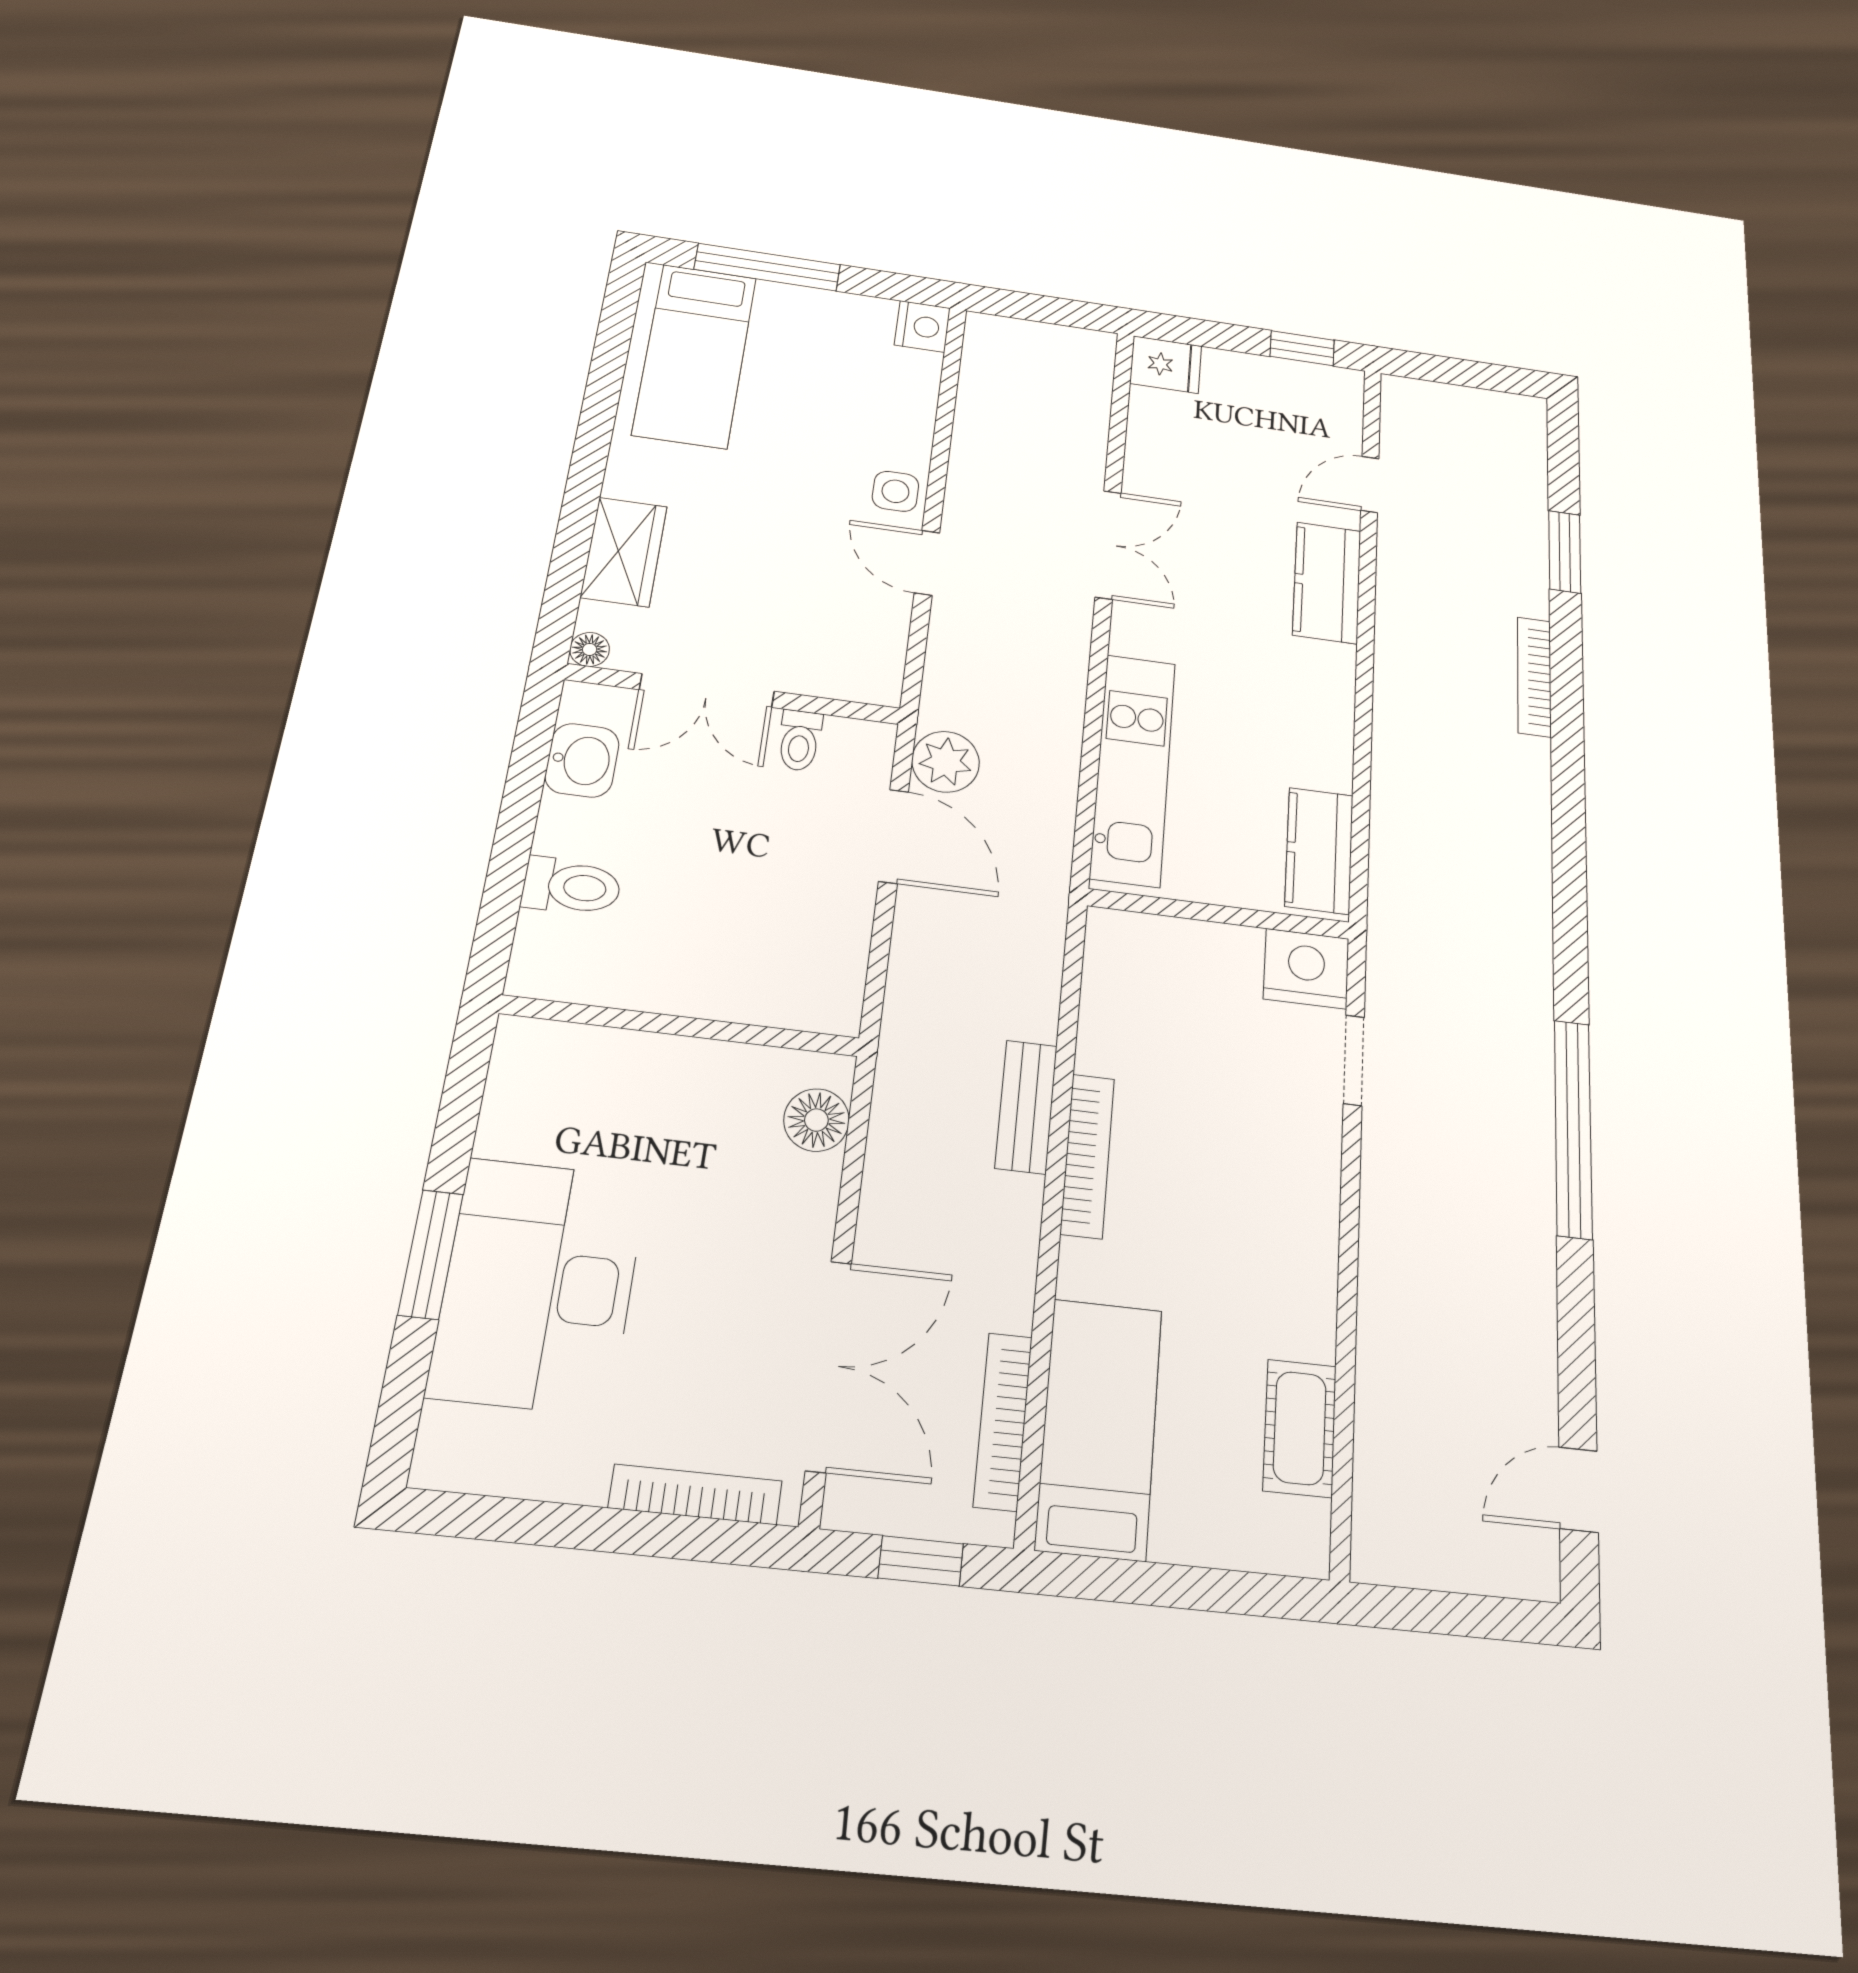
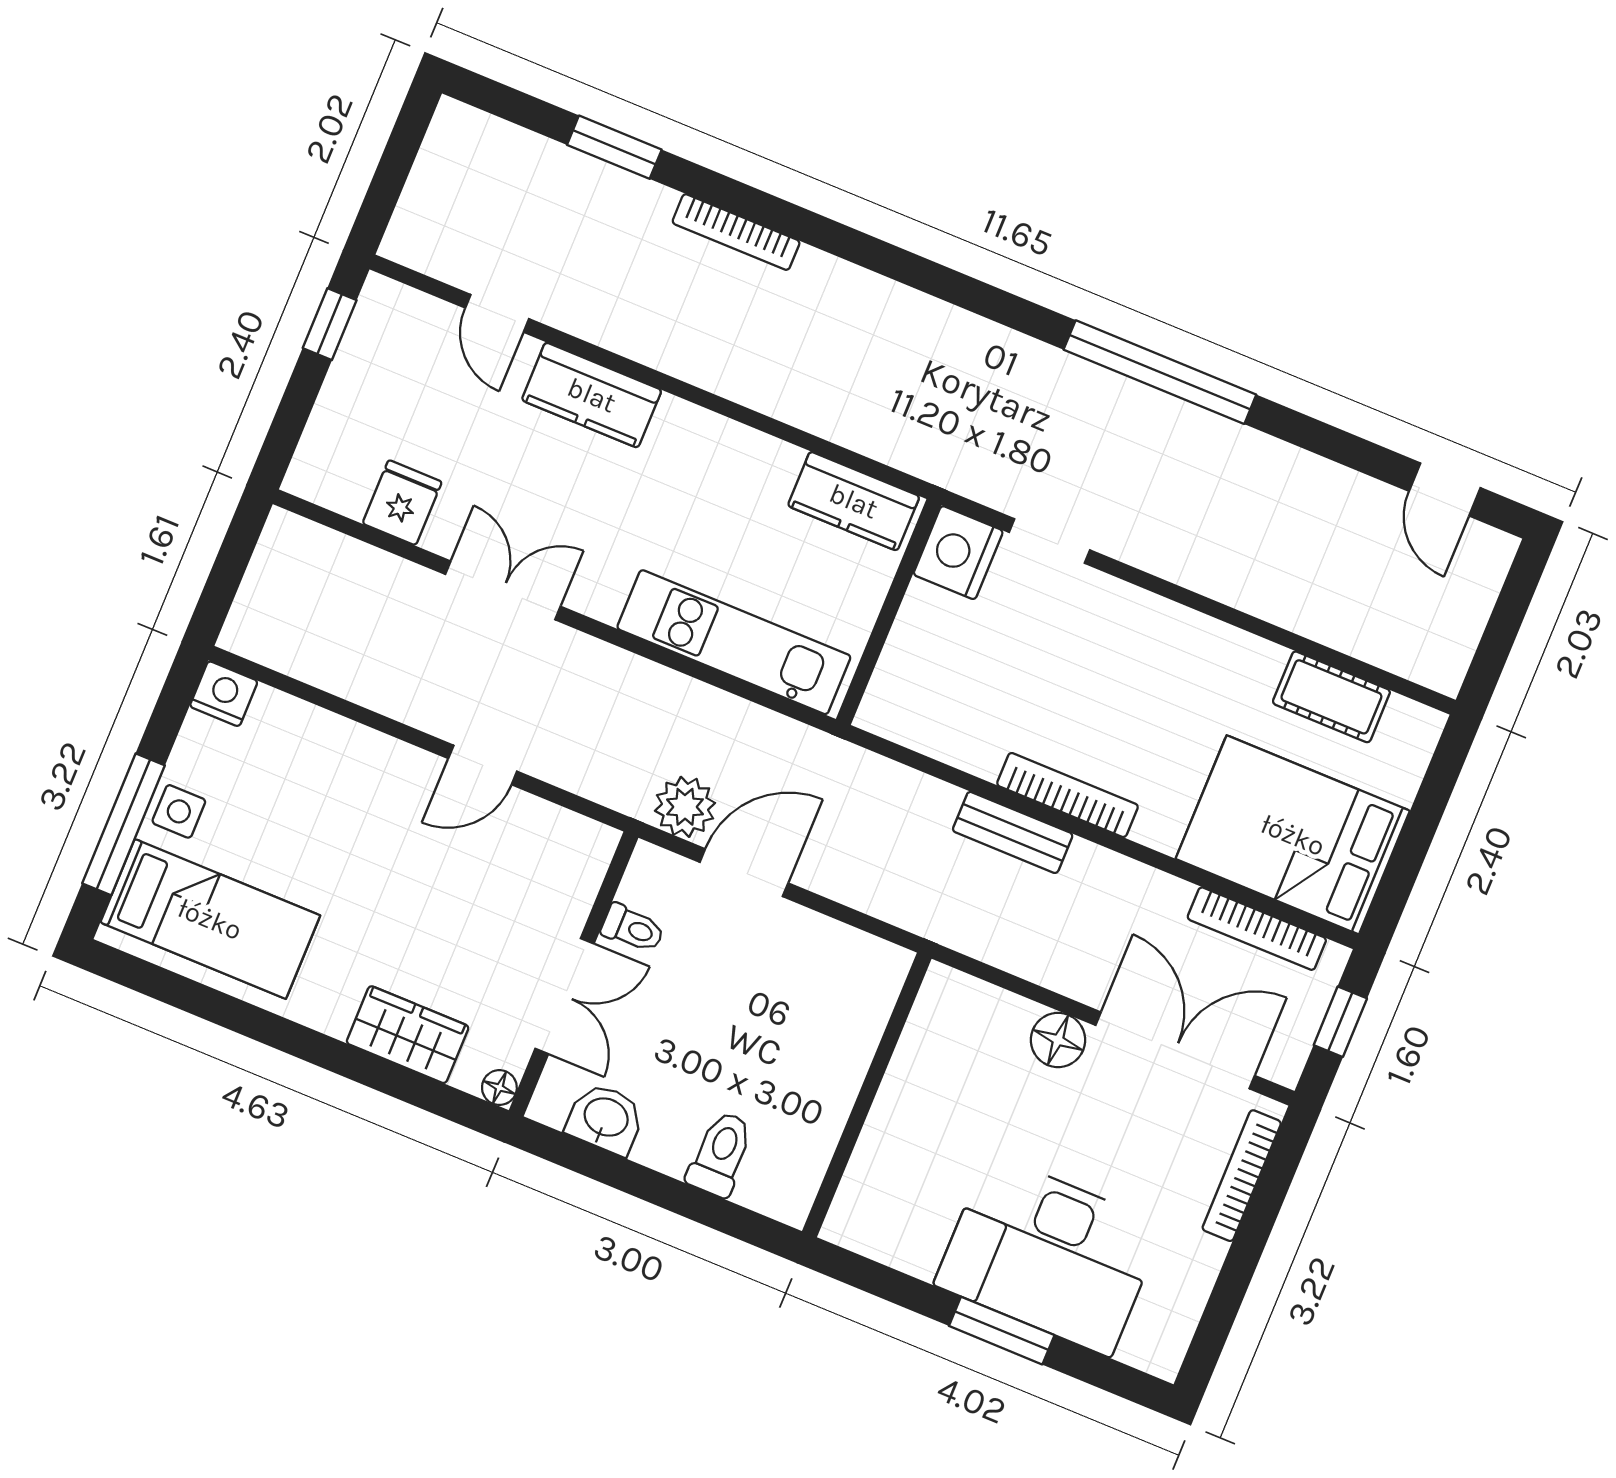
fridge: (1166, 365) -> (402, 503), moved
side table: (895, 491) -> (179, 811), moved
floor lamp: (816, 1120) -> (1058, 1040), moved
bed: (1099, 1428) -> (1293, 835), width x1.50

